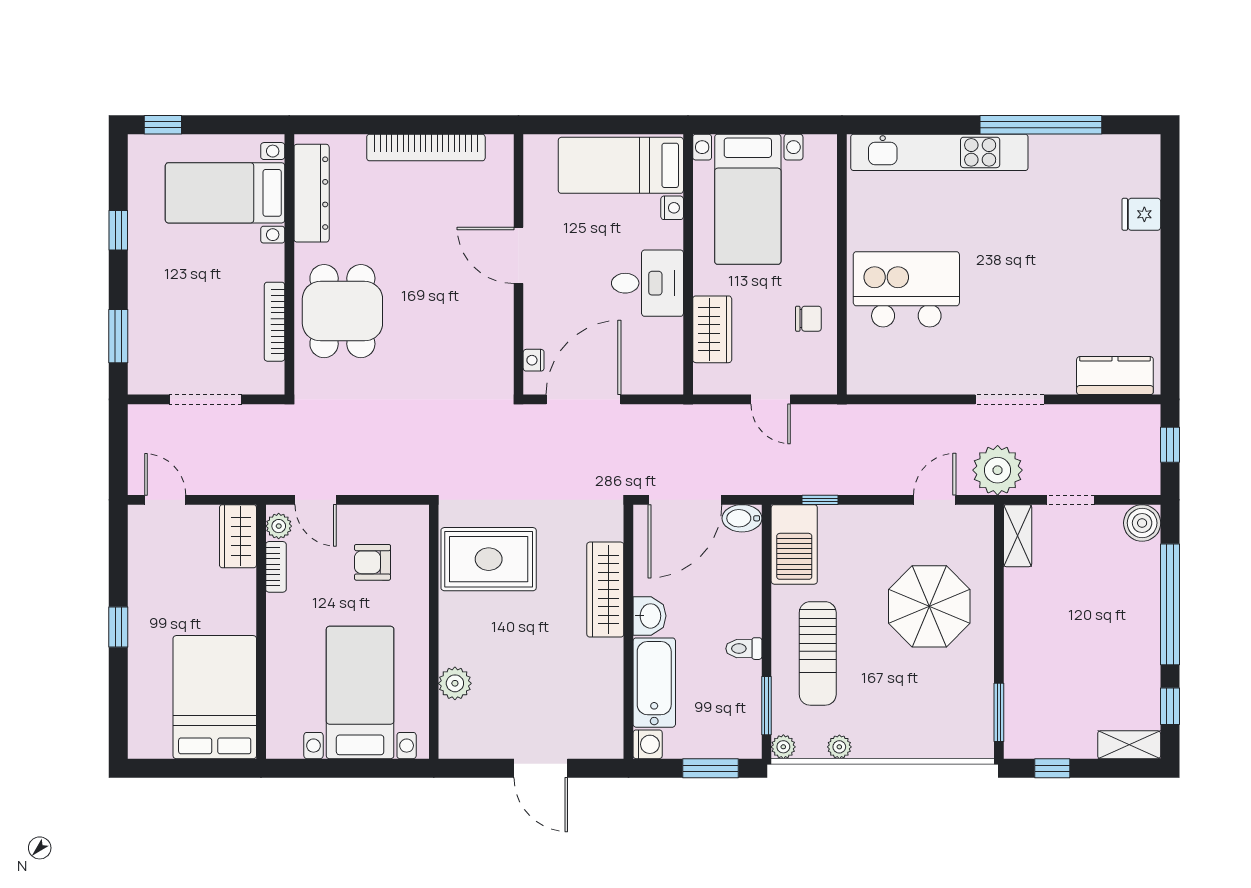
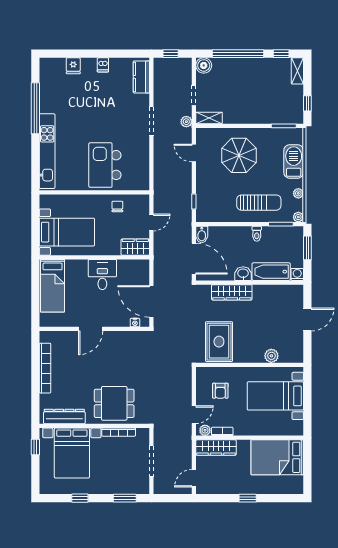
window: (163, 125) -> (35, 447), moved
bed with nightstands: (225, 193) -> (72, 453), width x1.36
nightstand: (672, 208) -> (71, 264), removed
dishwasher: (1144, 284) -> (103, 65), added
wardrobe: (712, 329) -> (135, 247), moved
plant: (998, 470) -> (186, 122), width x0.53, depth x0.53
wardrobe: (238, 536) -> (216, 447), width x1.50
barbecue: (794, 544) -> (294, 161), moved, turned -90

